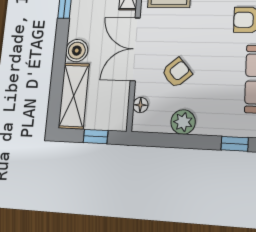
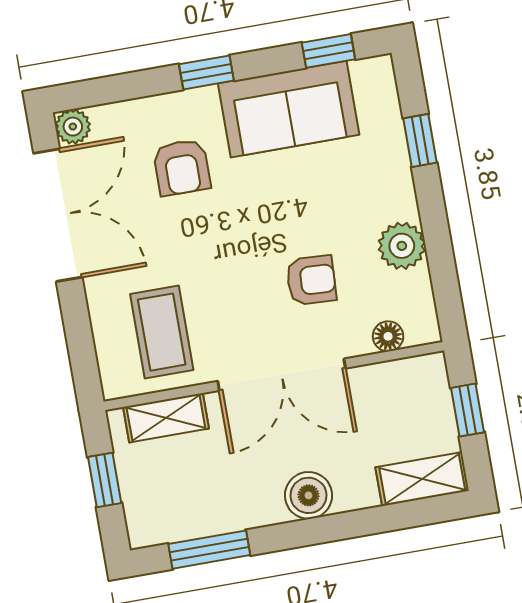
armchair: (177, 73) -> (311, 280), turned 134
shelving: (74, 96) -> (422, 479), width x0.67, depth x0.75

